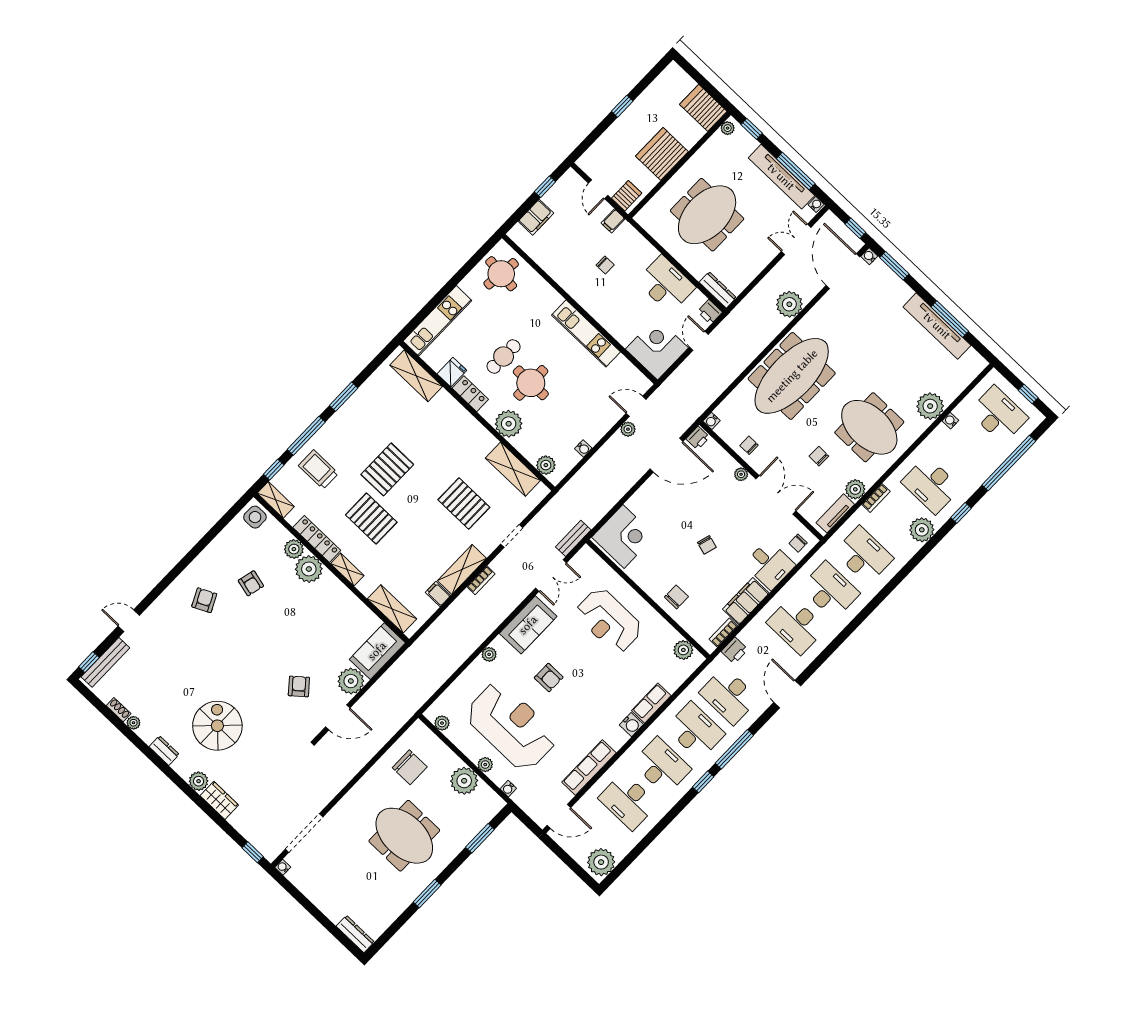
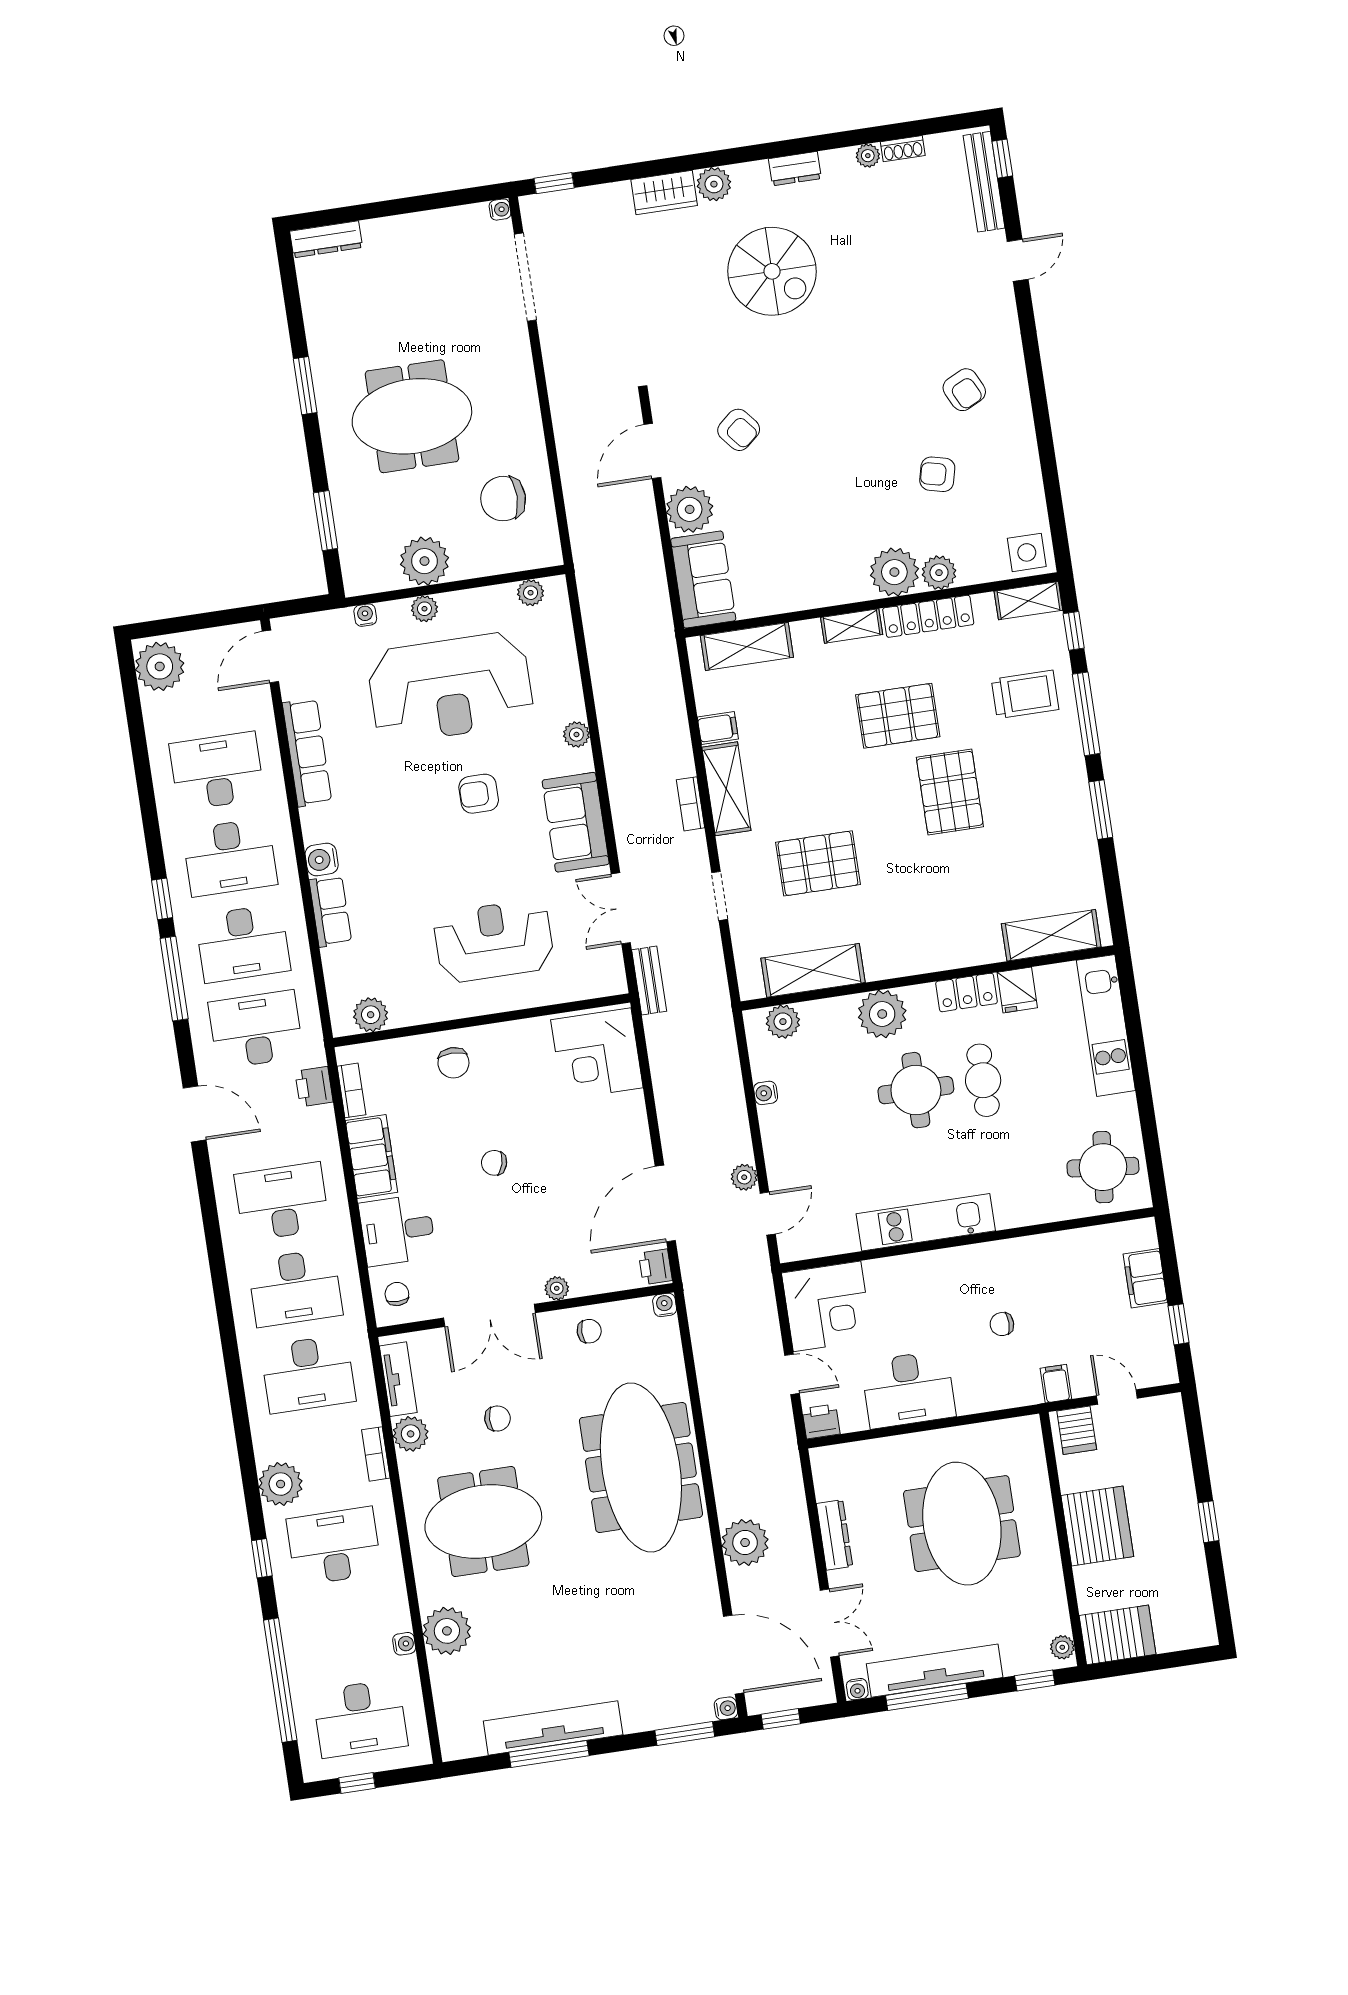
dresser: (718, 290) -> (835, 1535), moved, turned -90

